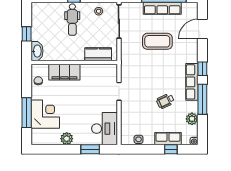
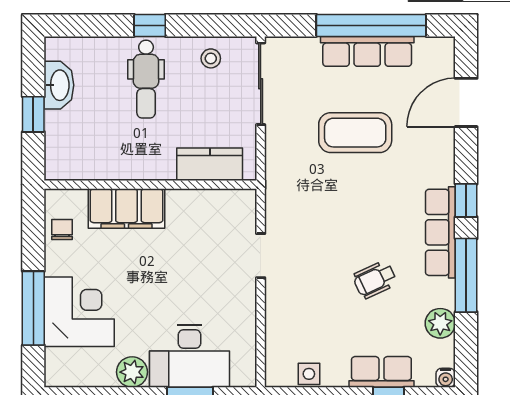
washbasin: (37, 51) -> (59, 85), moved
desk: (104, 129) -> (190, 356), moved, turned 90

